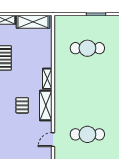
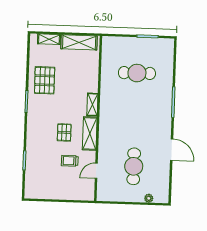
trolley: (28, 131) -> (70, 161), added
cafe table: (87, 134) -> (134, 166), turned 90

